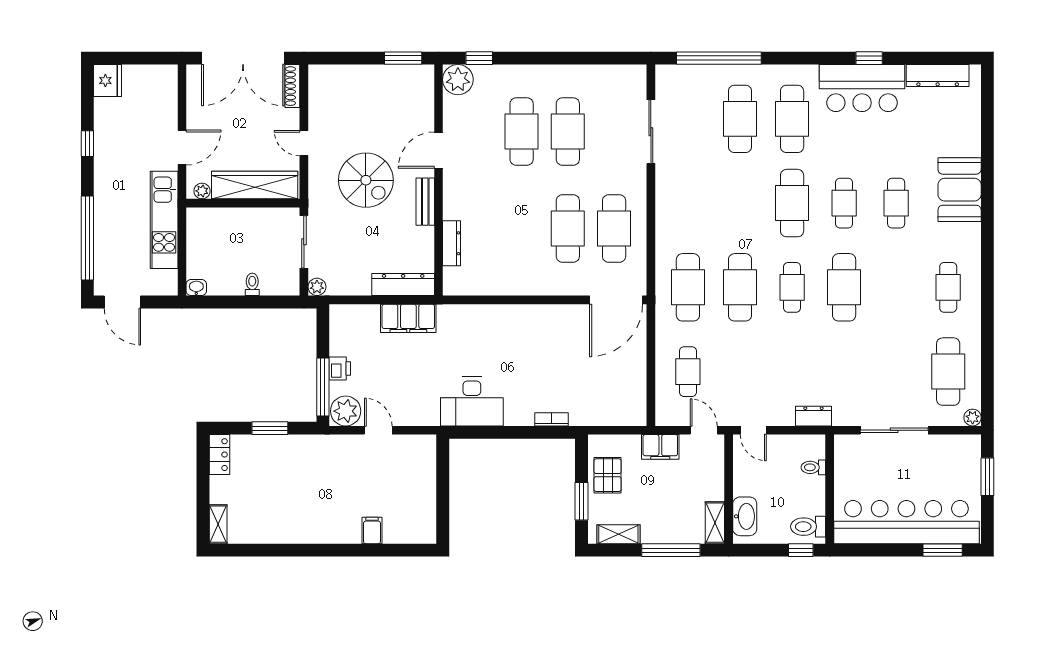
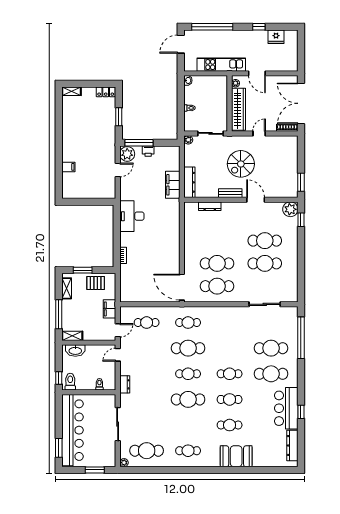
fridge: (108, 80) -> (276, 37), moved
cafe table: (792, 203) -> (230, 374), width x0.73, depth x0.74
cafe table: (688, 287) -> (188, 323), width x0.73, depth x0.74

